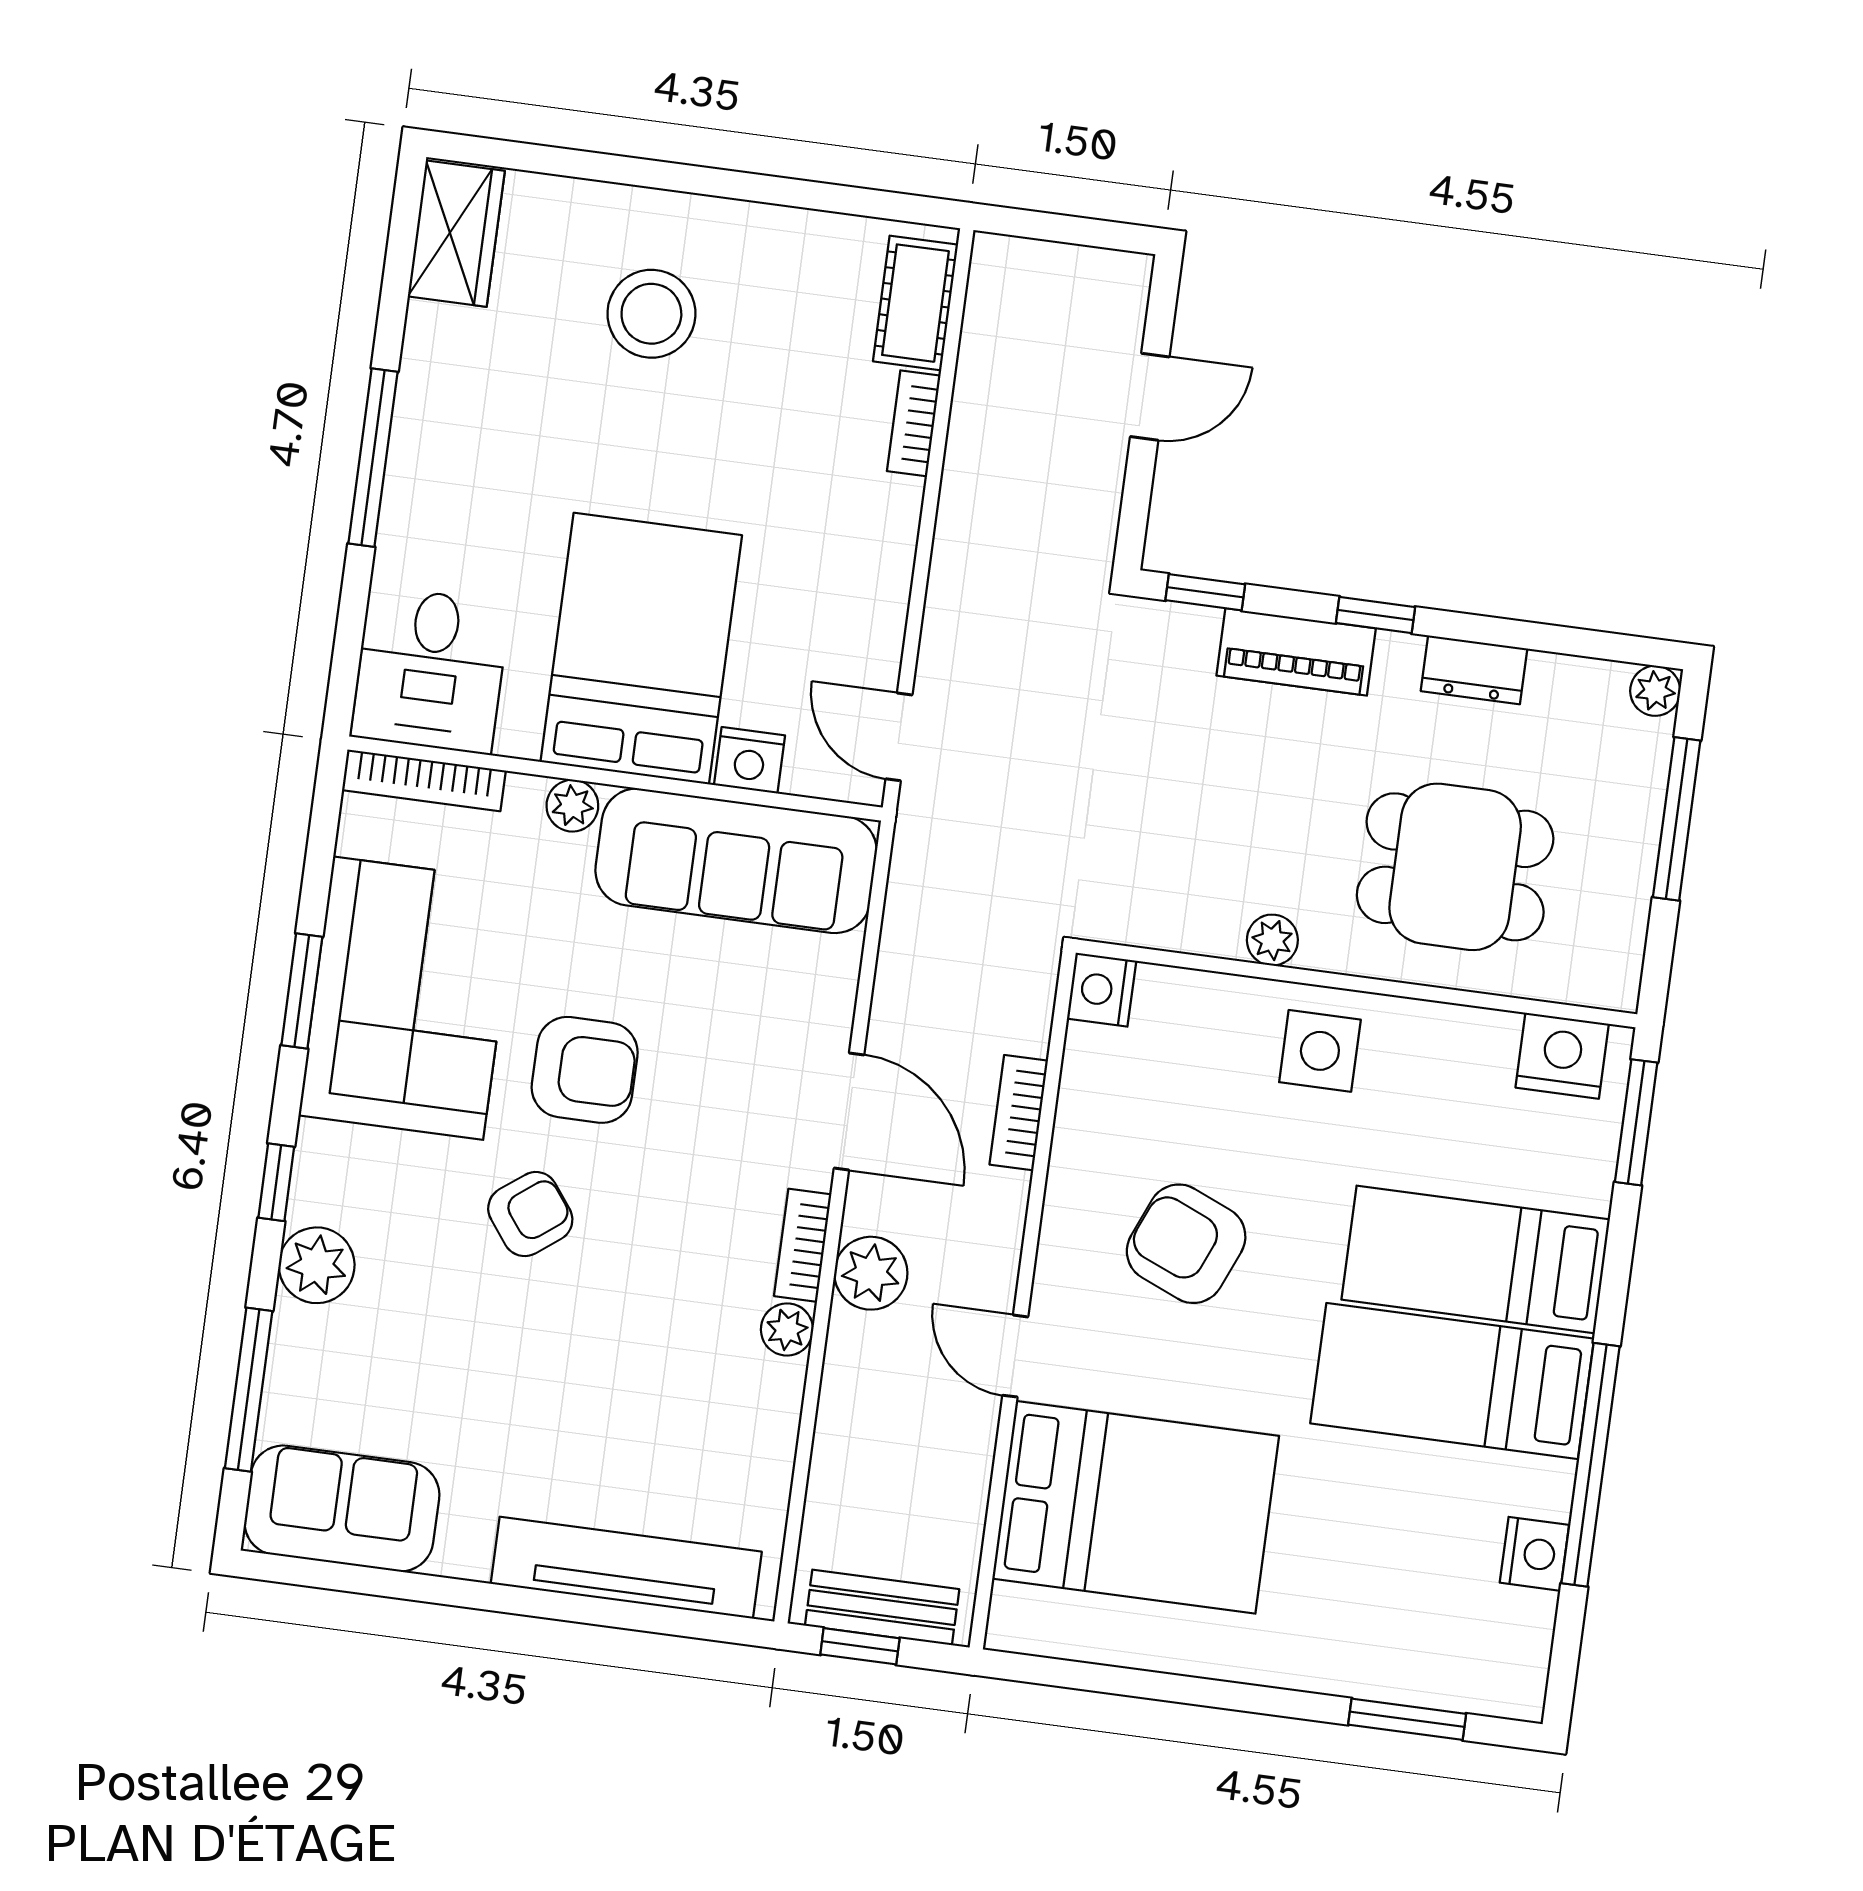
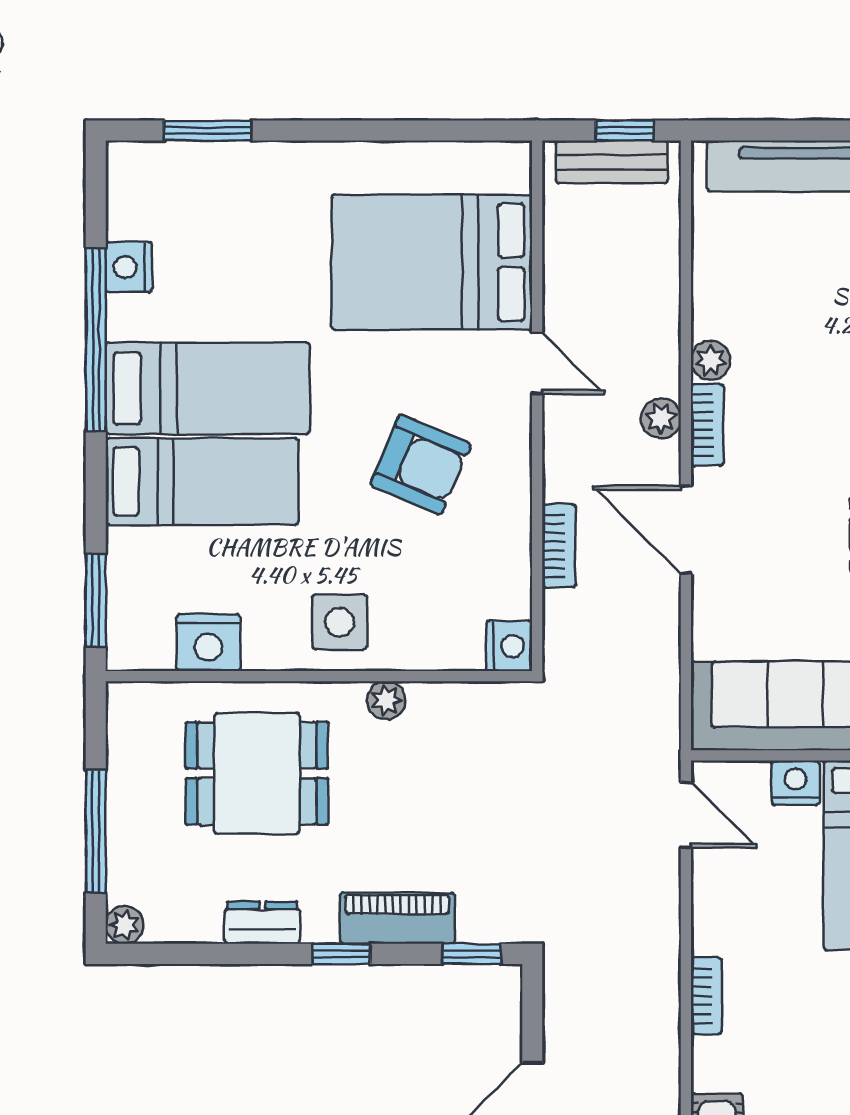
bookcase: (914, 423) -> (706, 996), moved
nightstand: (1562, 1056) -> (208, 643), moved
plant: (871, 1273) -> (661, 418), width x0.73, depth x0.73

